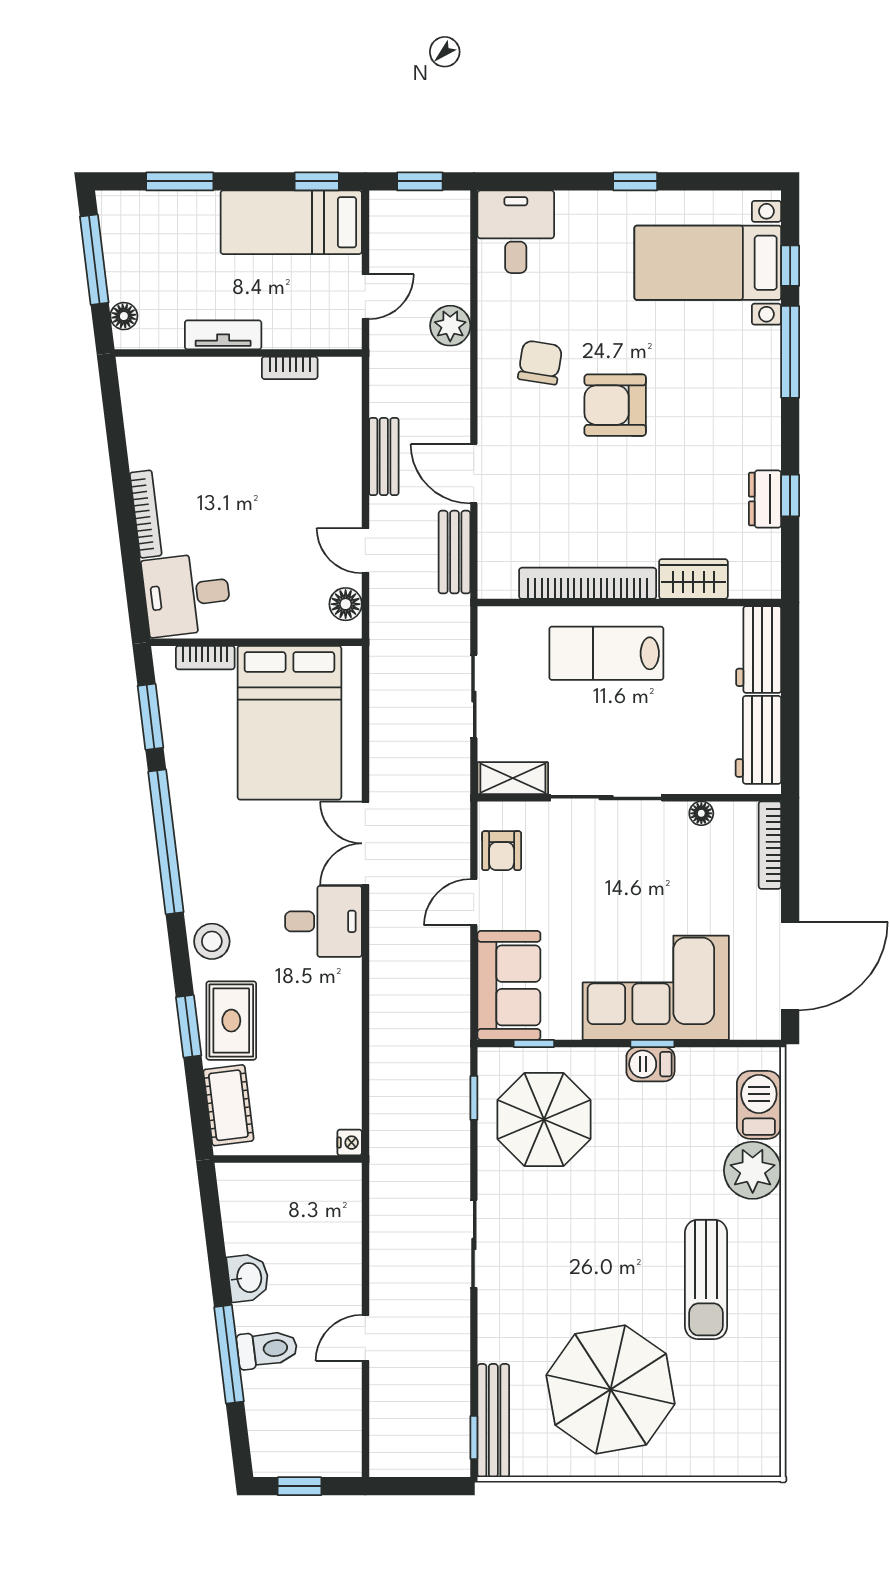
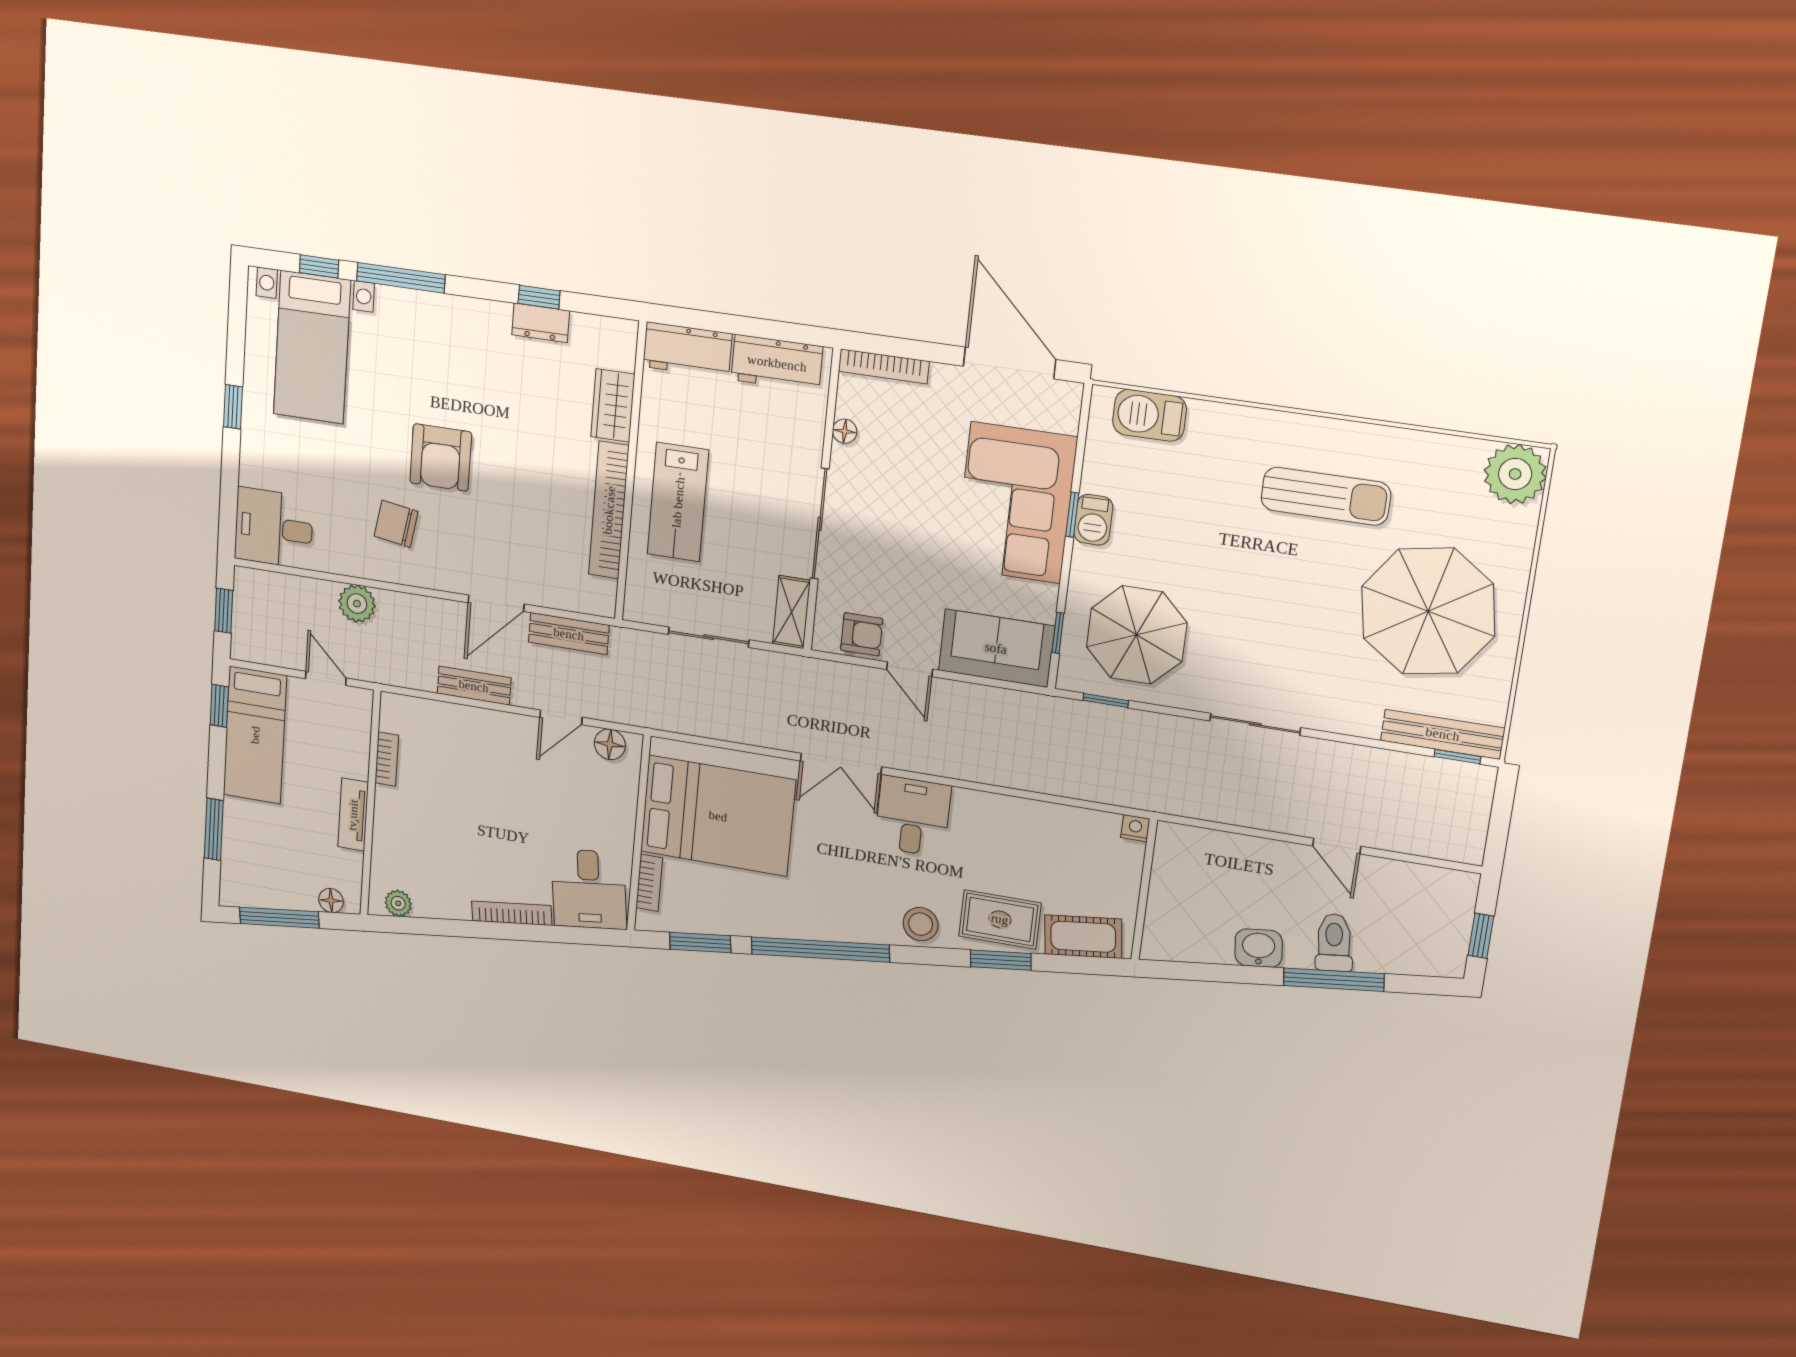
plant: (134, 390) -> (398, 903), added
plant: (753, 1170) -> (1515, 474), moved

